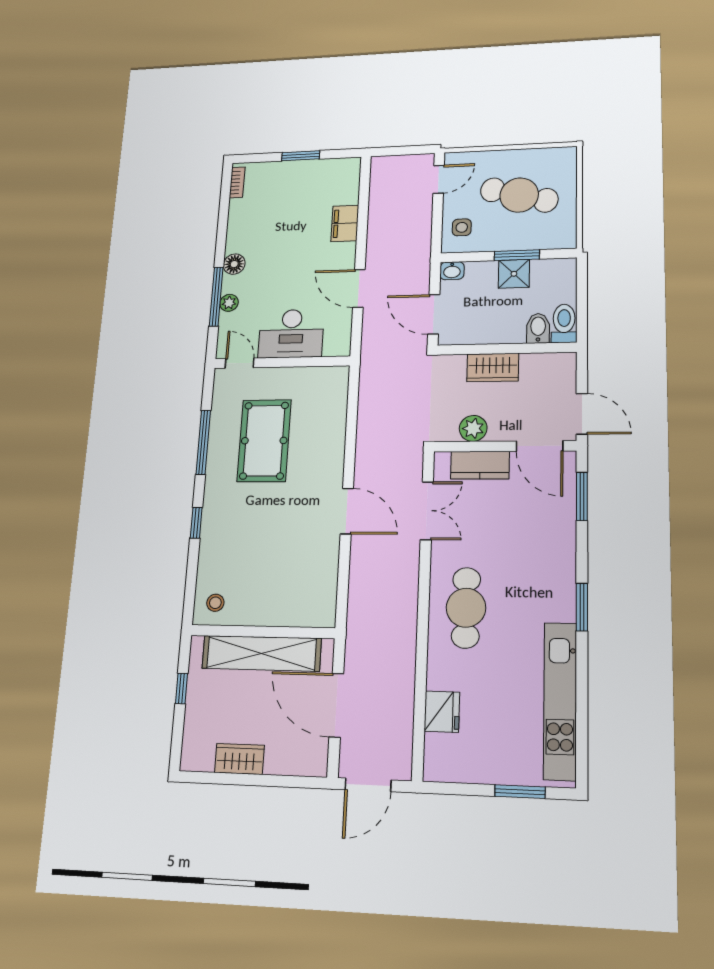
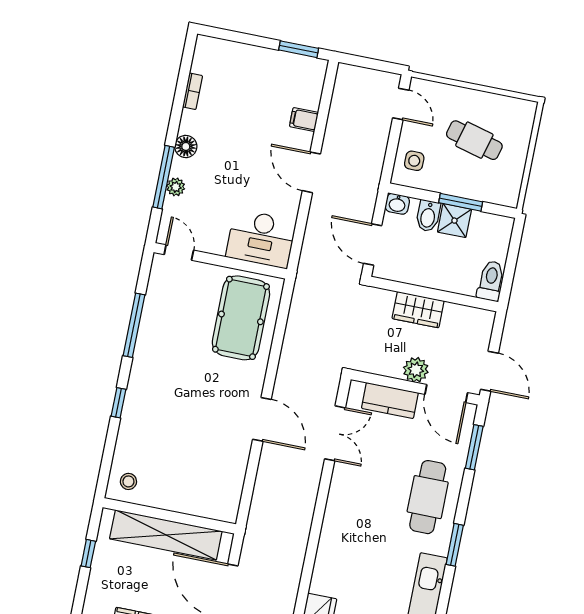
window: (301, 156) -> (299, 49), moved
door: (439, 179) -> (401, 104), hinge flipped
bookcase: (237, 182) -> (193, 91), moved
cafe table: (519, 195) -> (474, 140), width x0.73, depth x0.74
filing cabinet: (345, 223) -> (304, 120), width x0.50
door: (359, 288) -> (311, 172), moved
bidet: (538, 328) -> (428, 216), moved, turned 180
desk: (291, 334) -> (261, 239), moved
plant: (473, 428) -> (416, 370), moved
pool table: (264, 441) -> (241, 318), moved
cafe table: (466, 608) -> (428, 497), moved

